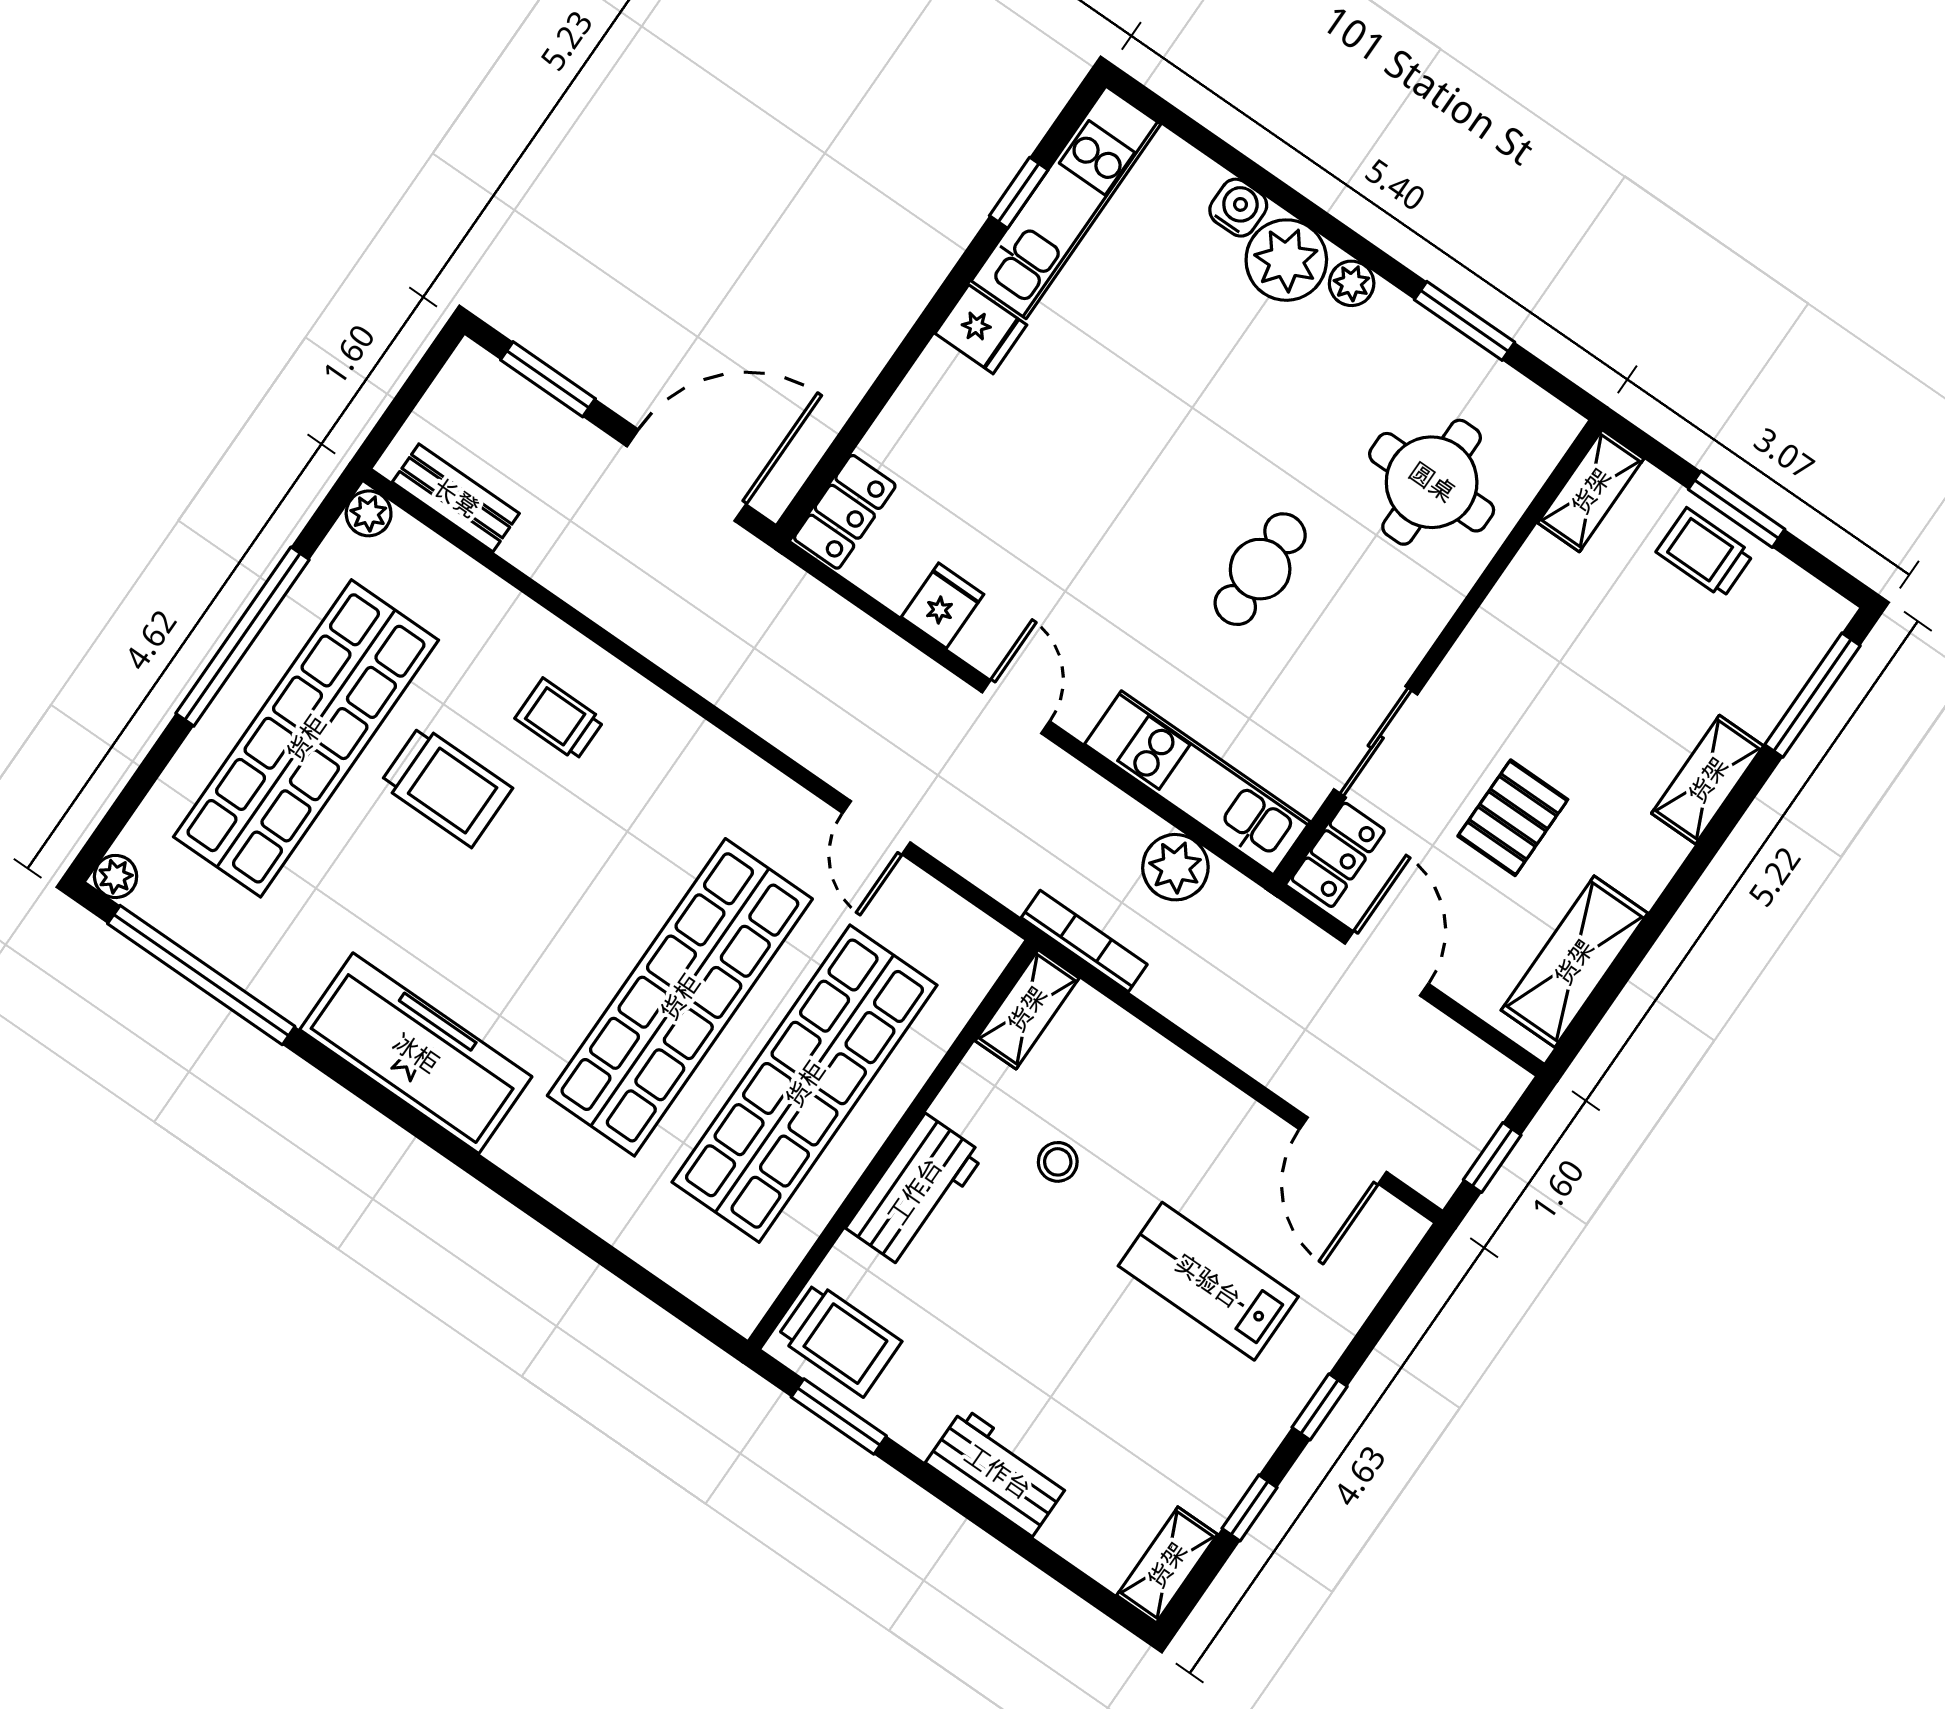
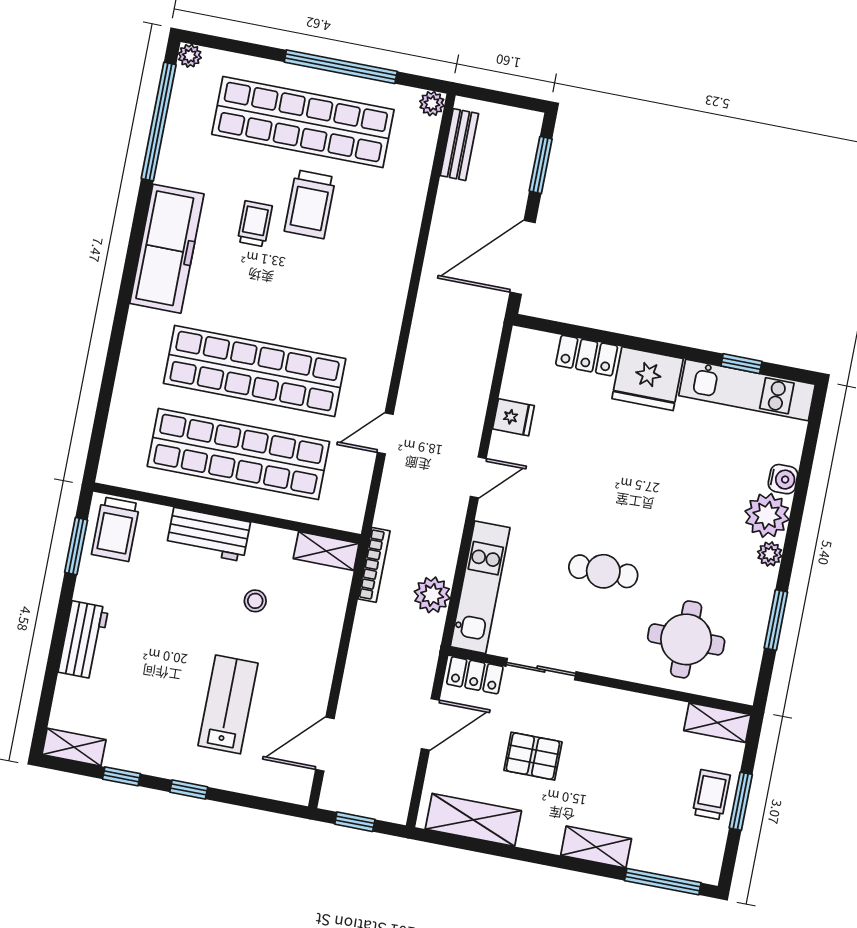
fridge: (981, 329) -> (648, 379), width x1.88, depth x1.34
door: (687, 475) -> (523, 257), swing flipped
locker: (845, 512) -> (587, 356), moved
trolley: (559, 719) -> (255, 224), moved

